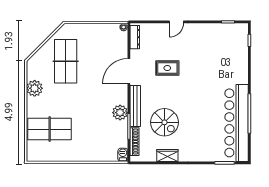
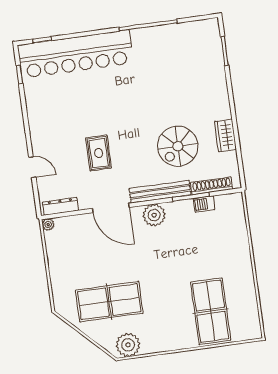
door: (176, 22) -> (32, 167), moved
plant: (35, 88) -> (128, 345), moved
plant: (120, 113) -> (154, 215), moved
spiral stairs: (164, 122) -> (178, 146), turned 180
bar counter: (237, 123) -> (76, 54), moved
barbecue: (123, 155) -> (204, 204), moved

